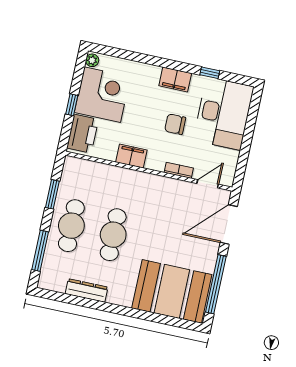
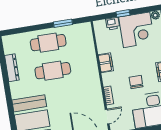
printer: (83, 134) -> (113, 24), width x0.53, depth x0.68
door: (208, 184) -> (107, 117), hinge flipped
window: (40, 251) -> (25, 29), removed

